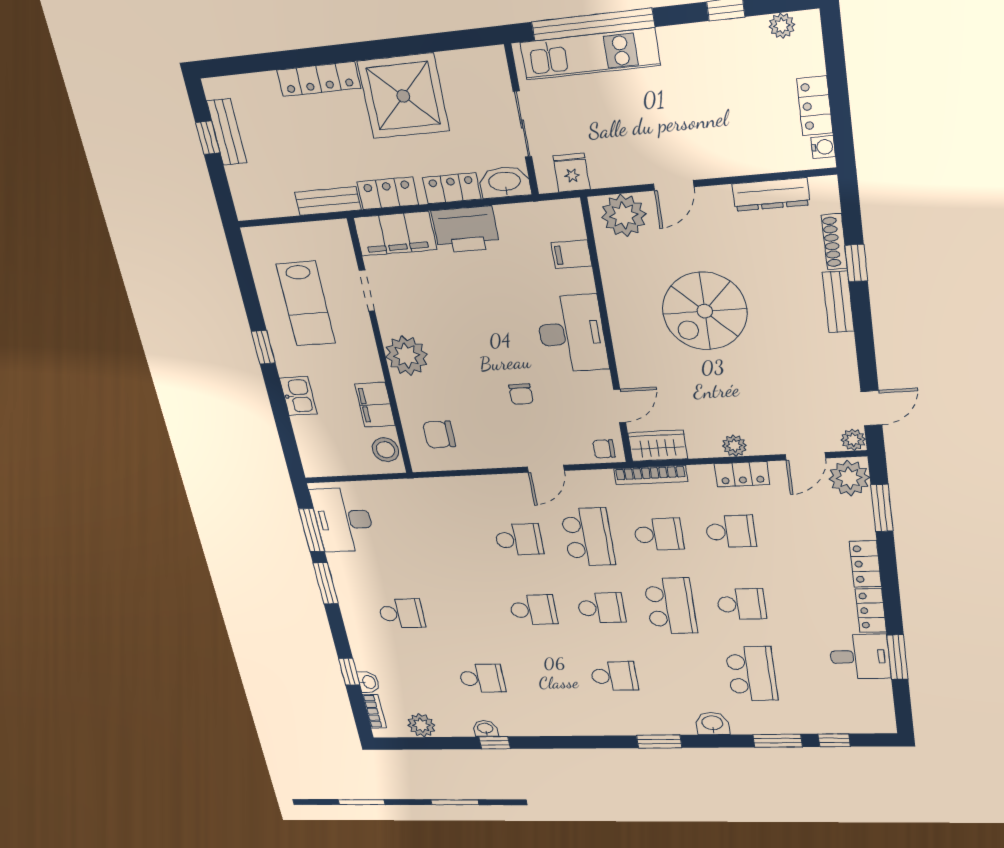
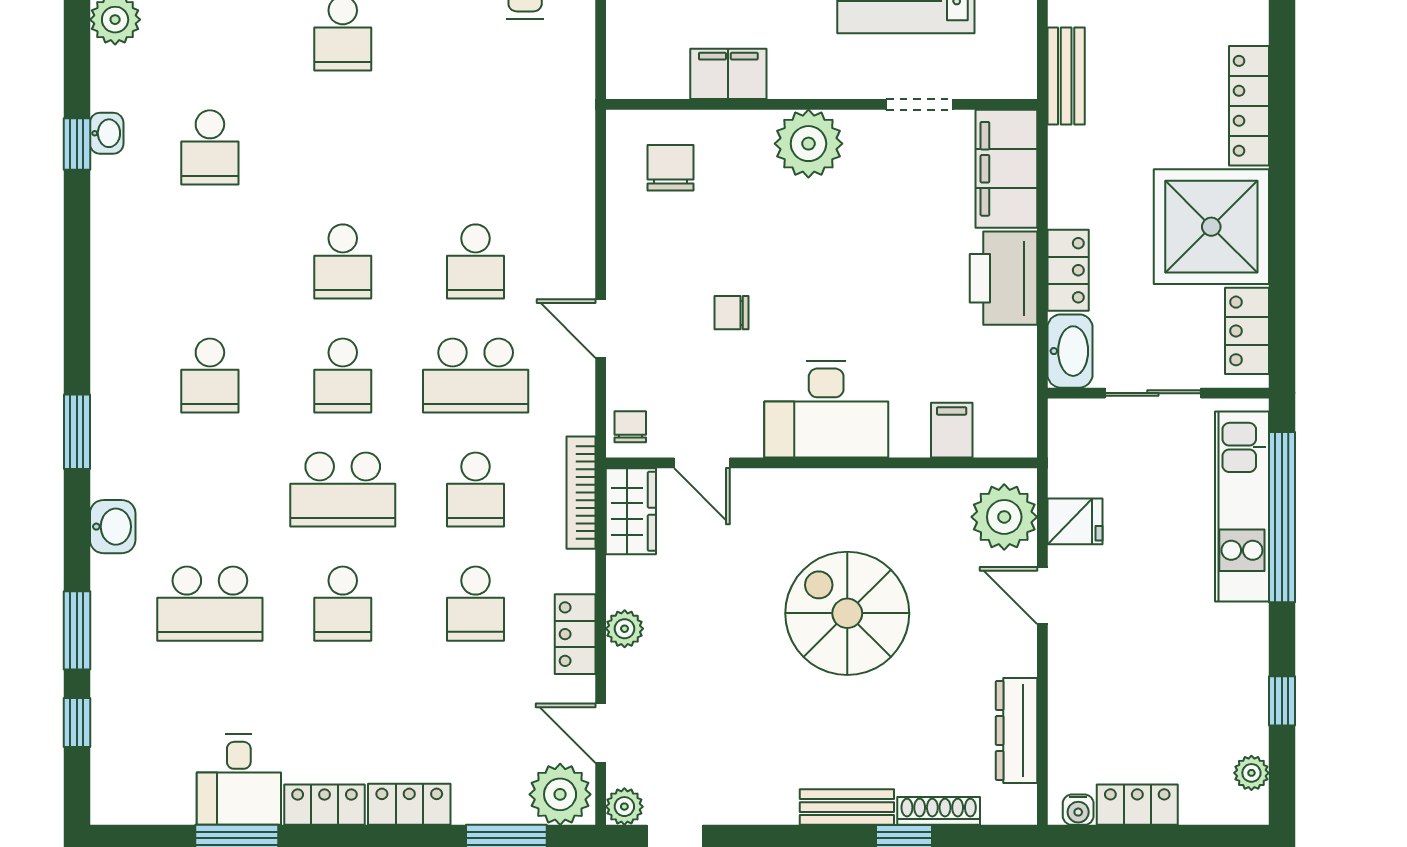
fridge: (572, 173) -> (1075, 521), moved
locker: (388, 193) -> (1247, 331), moved, turned 180
stool: (385, 450) -> (649, 73), removed

